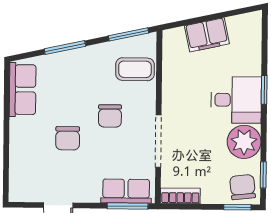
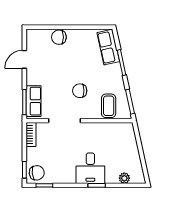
filing cabinet: (207, 35) -> (130, 150), removed
row of seats: (23, 90) -> (108, 47), moved, turned 78
chair: (68, 138) -> (59, 37), moved
plant: (244, 142) -> (124, 178), moved, width x0.53, depth x0.53

